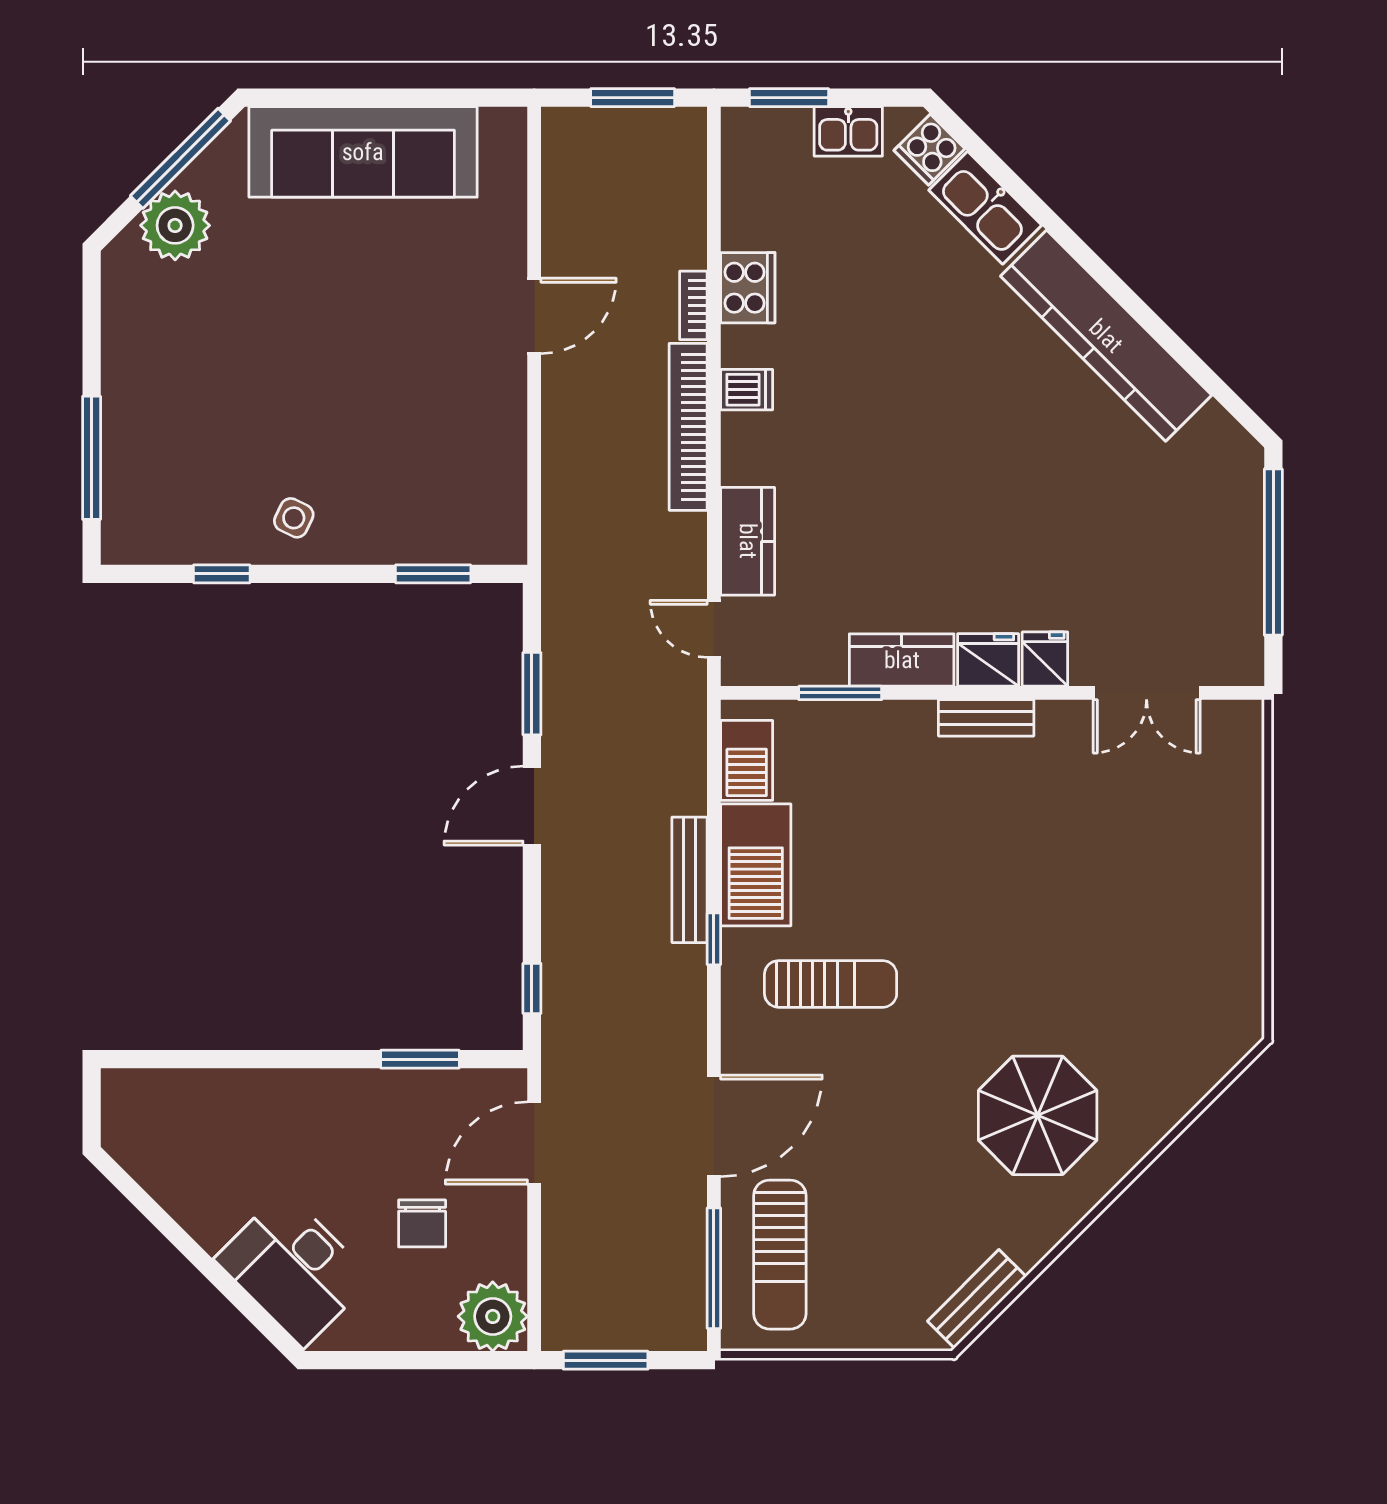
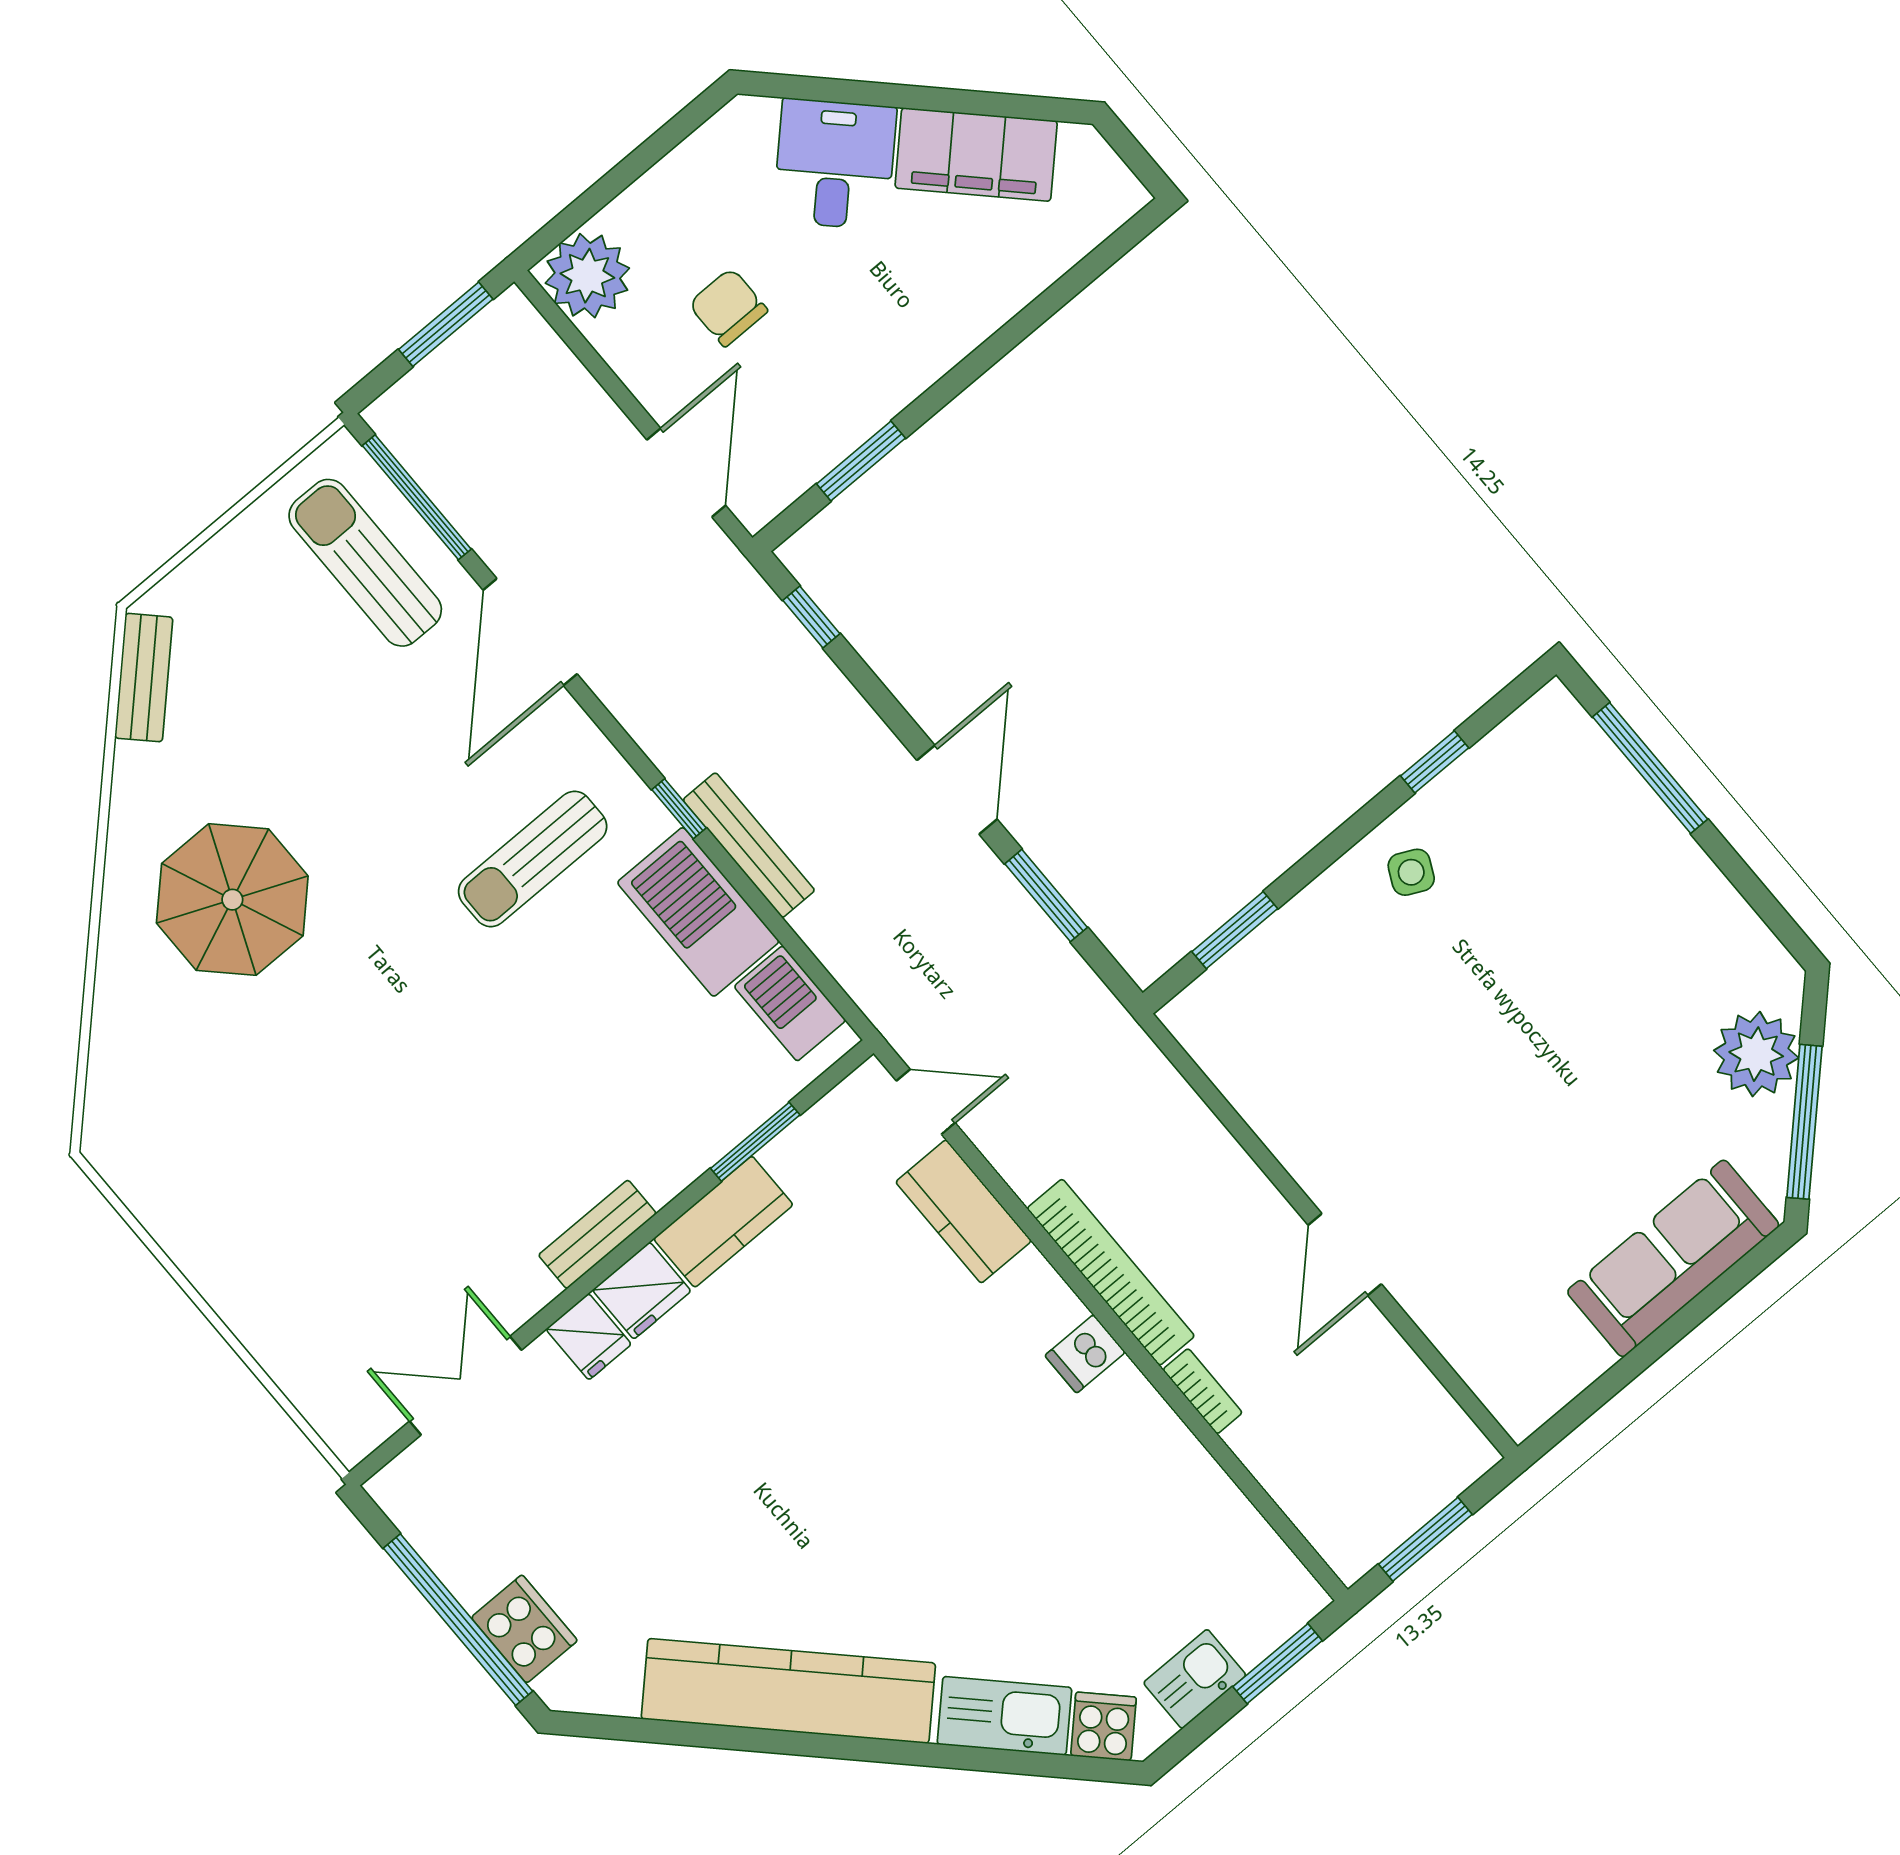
sofa: (363, 152) -> (1673, 1258), width x0.74, depth x0.79
cooker: (748, 288) -> (524, 1629), moved, turned 180
filing cabinet: (189, 1189) -> (976, 154), added
desk: (294, 1269) -> (835, 164), width x0.73

